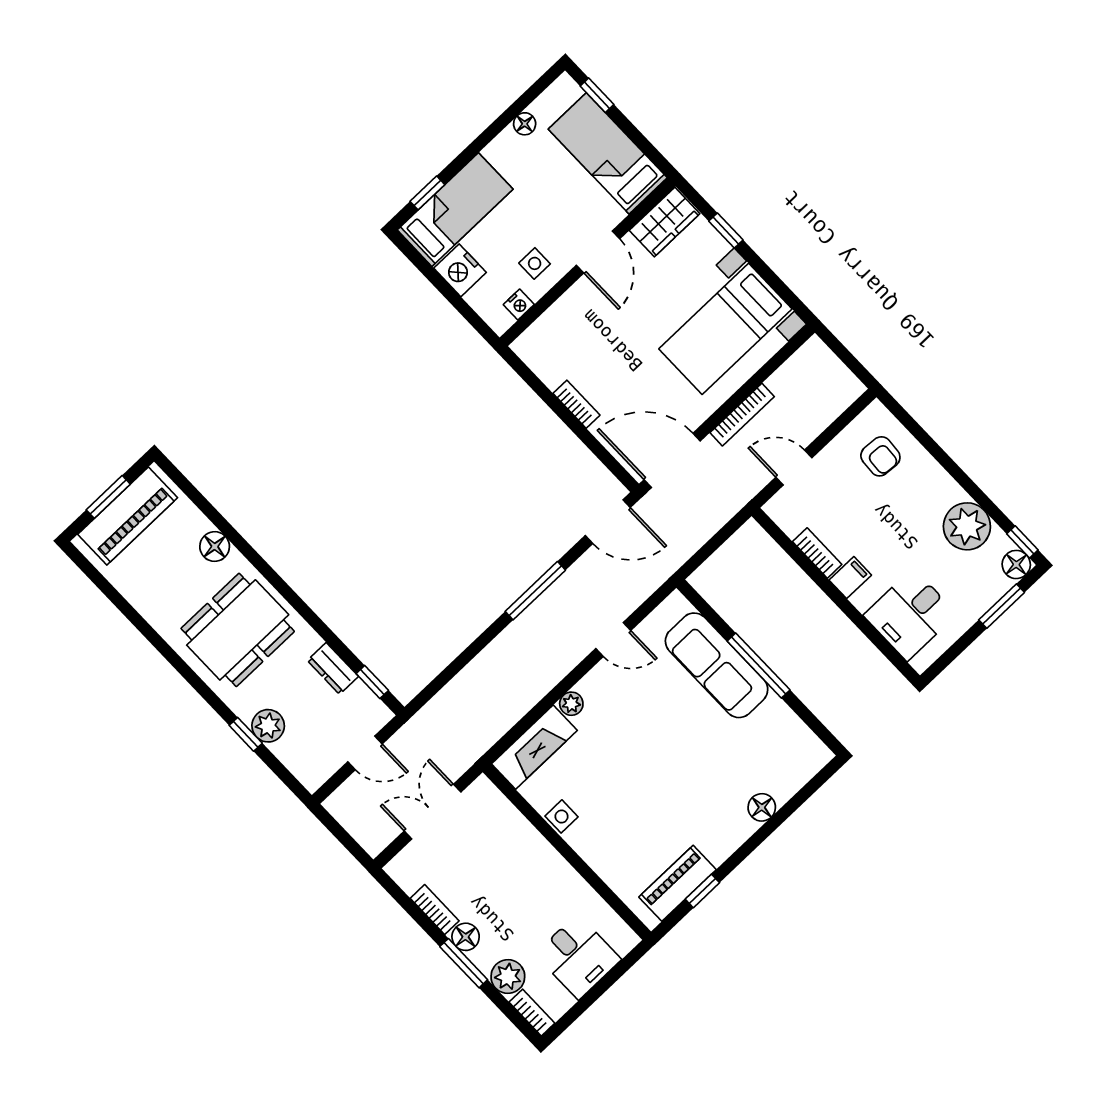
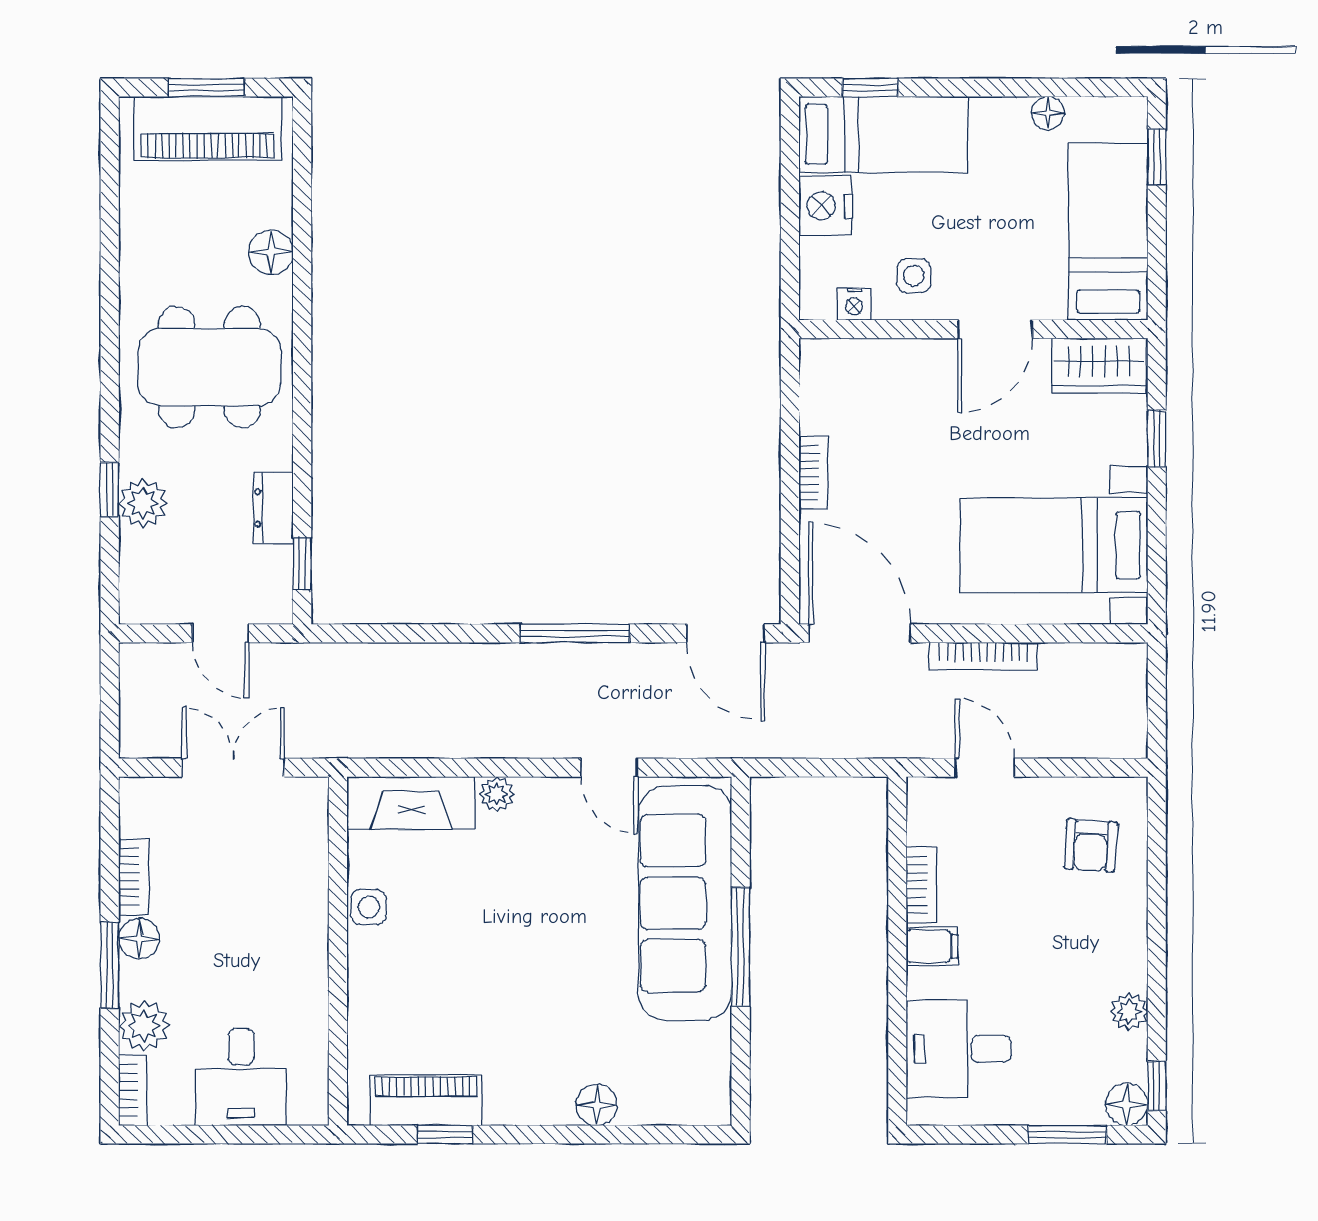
plant: (967, 526) -> (1129, 1012), width x0.53, depth x0.53
sofa: (717, 665) -> (685, 903), width x1.36, depth x1.27

